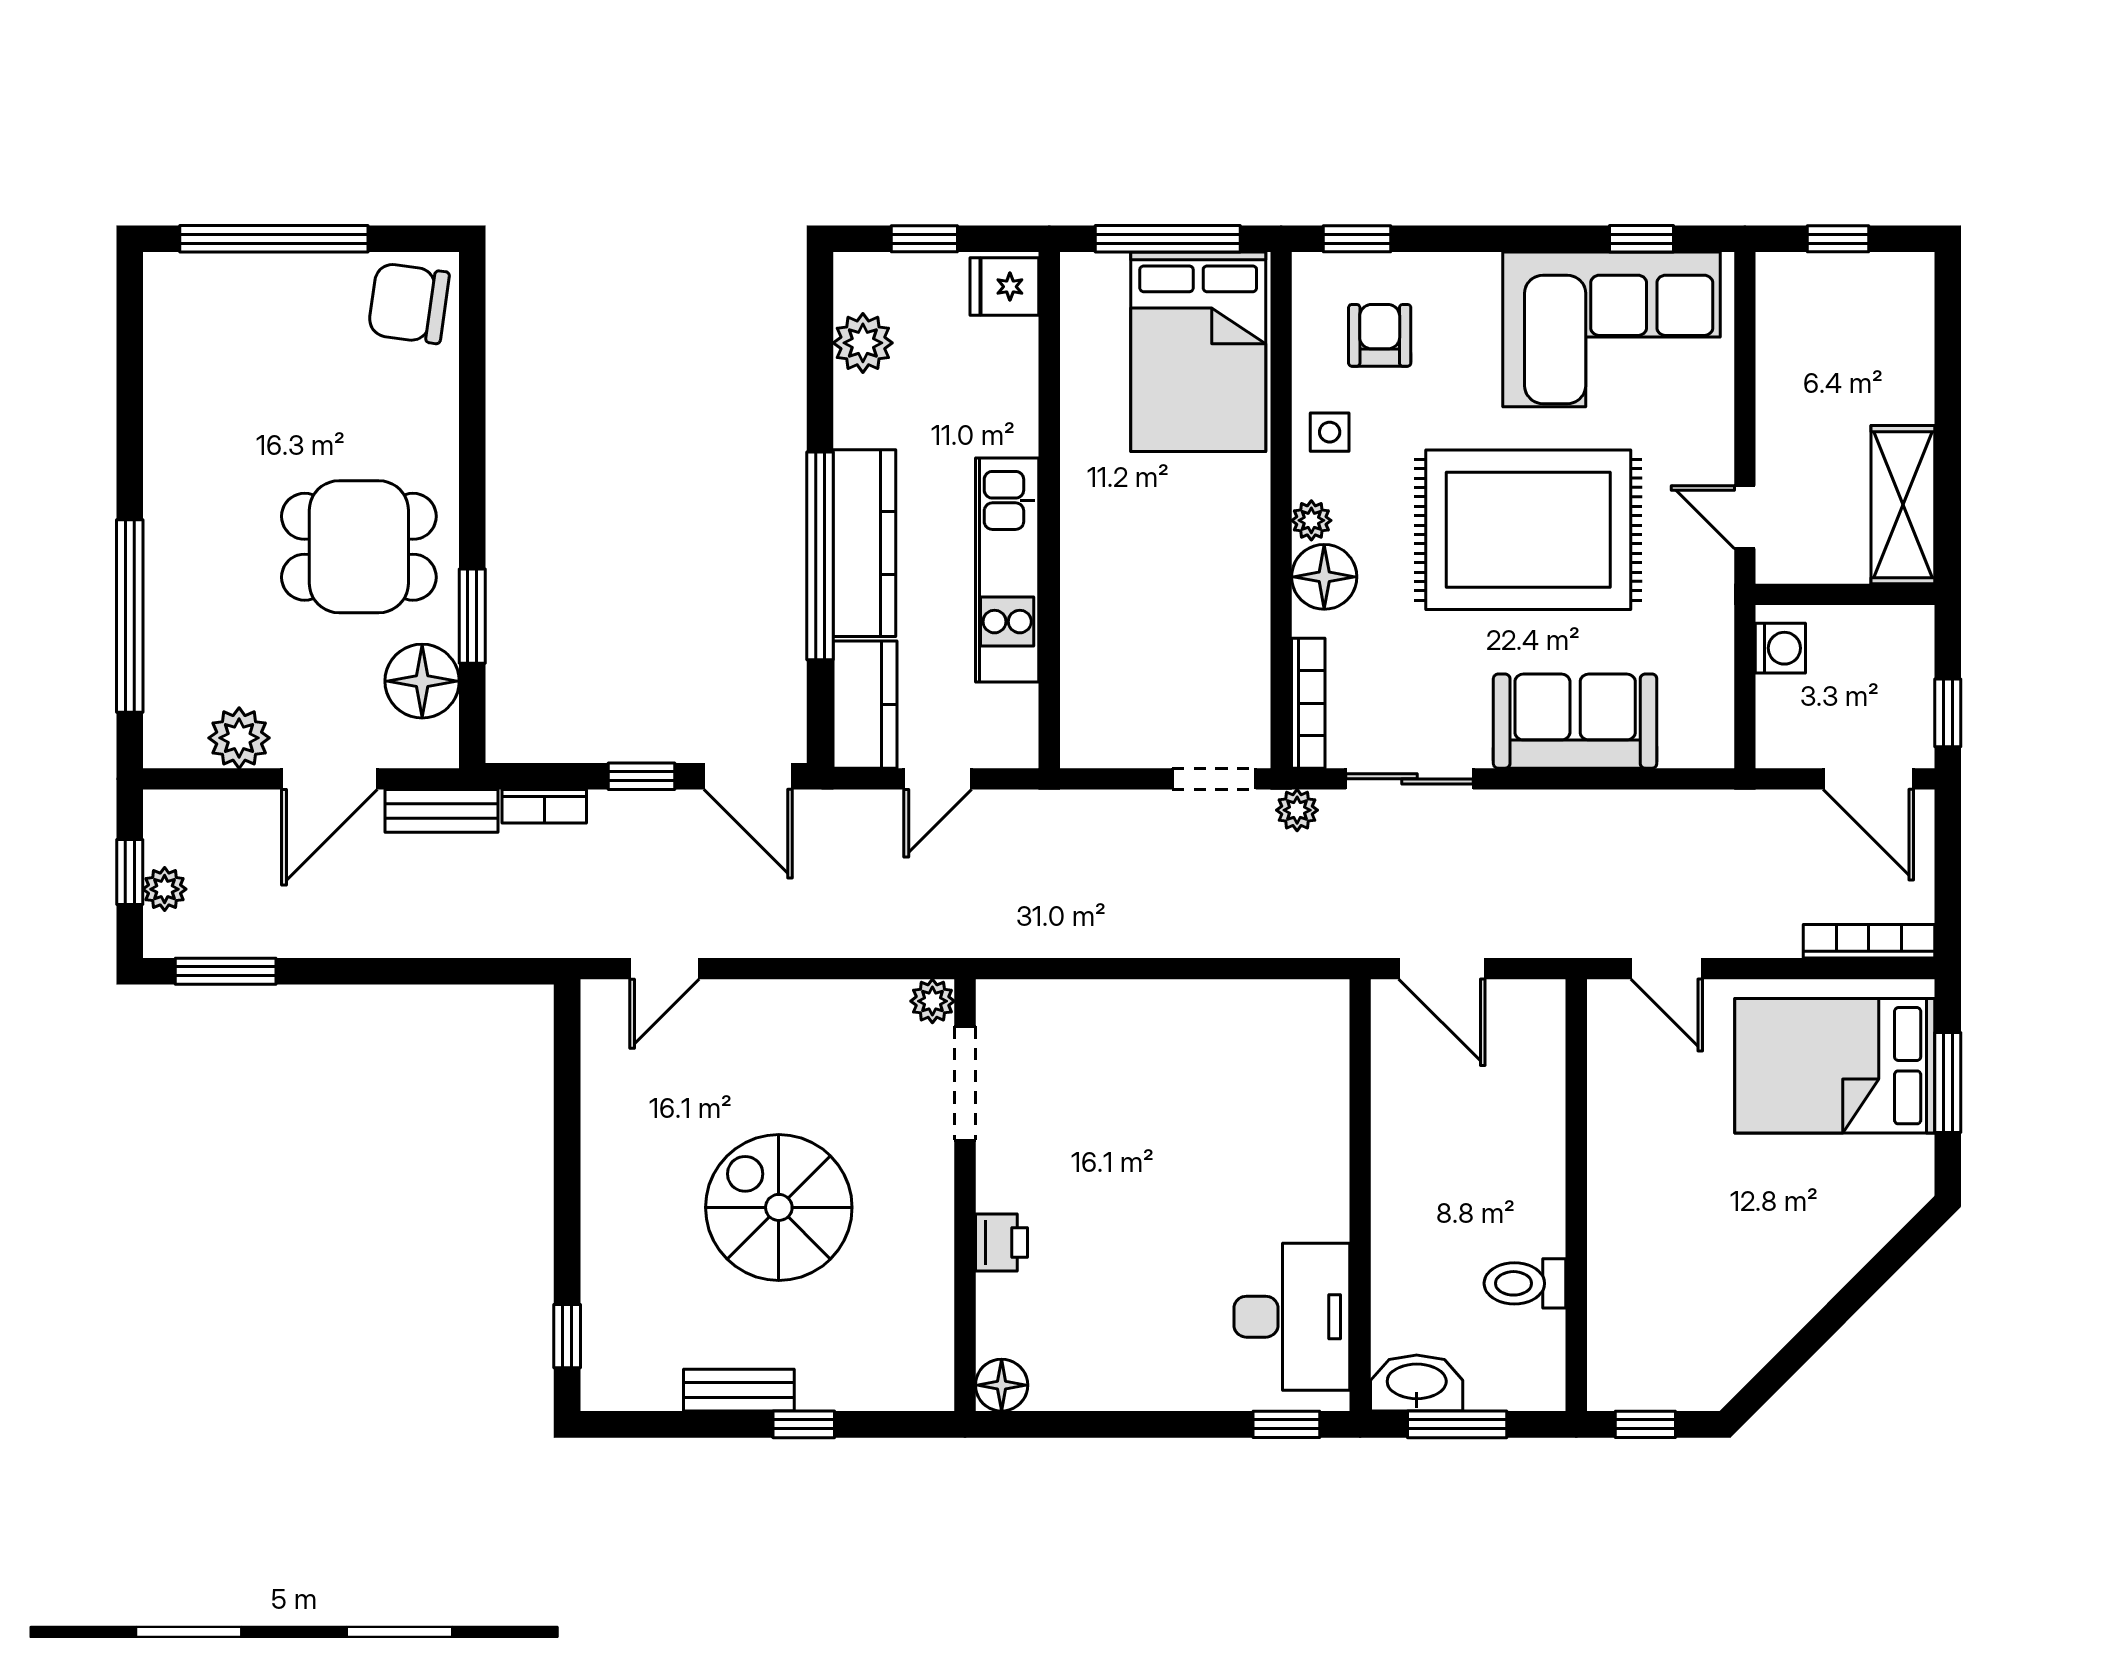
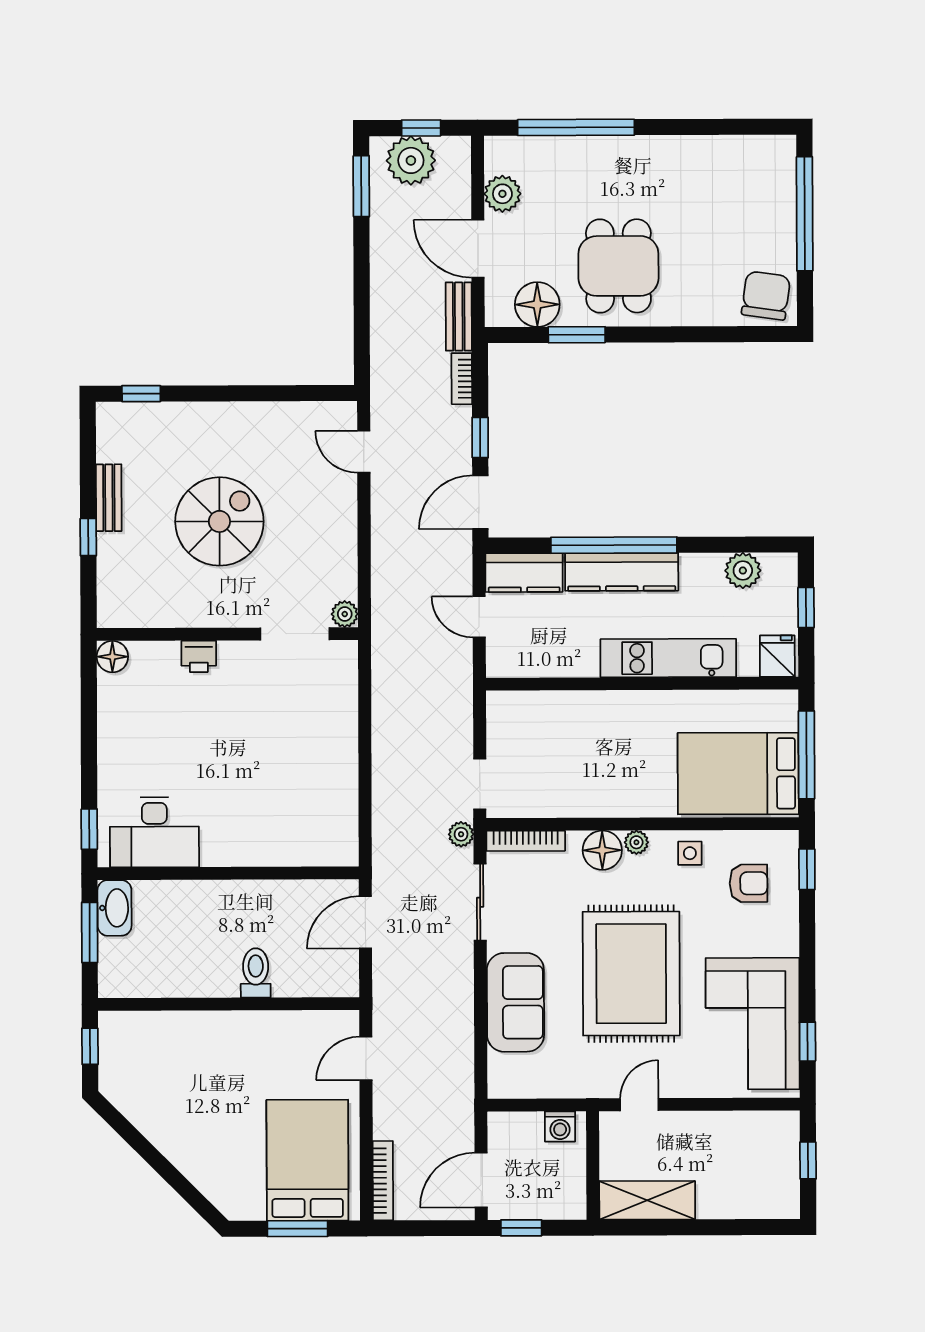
kitchen unit: (1007, 570) -> (668, 658), moved
plant: (165, 889) -> (411, 160), width x1.87, depth x1.87
toilet: (1525, 1283) -> (256, 973), moved

